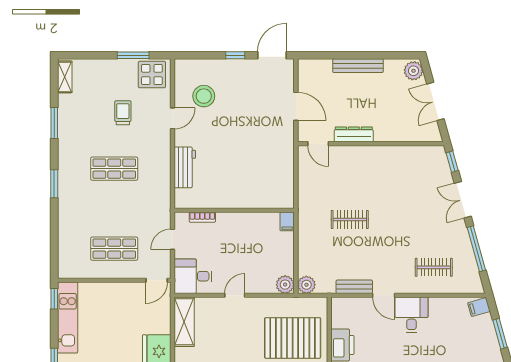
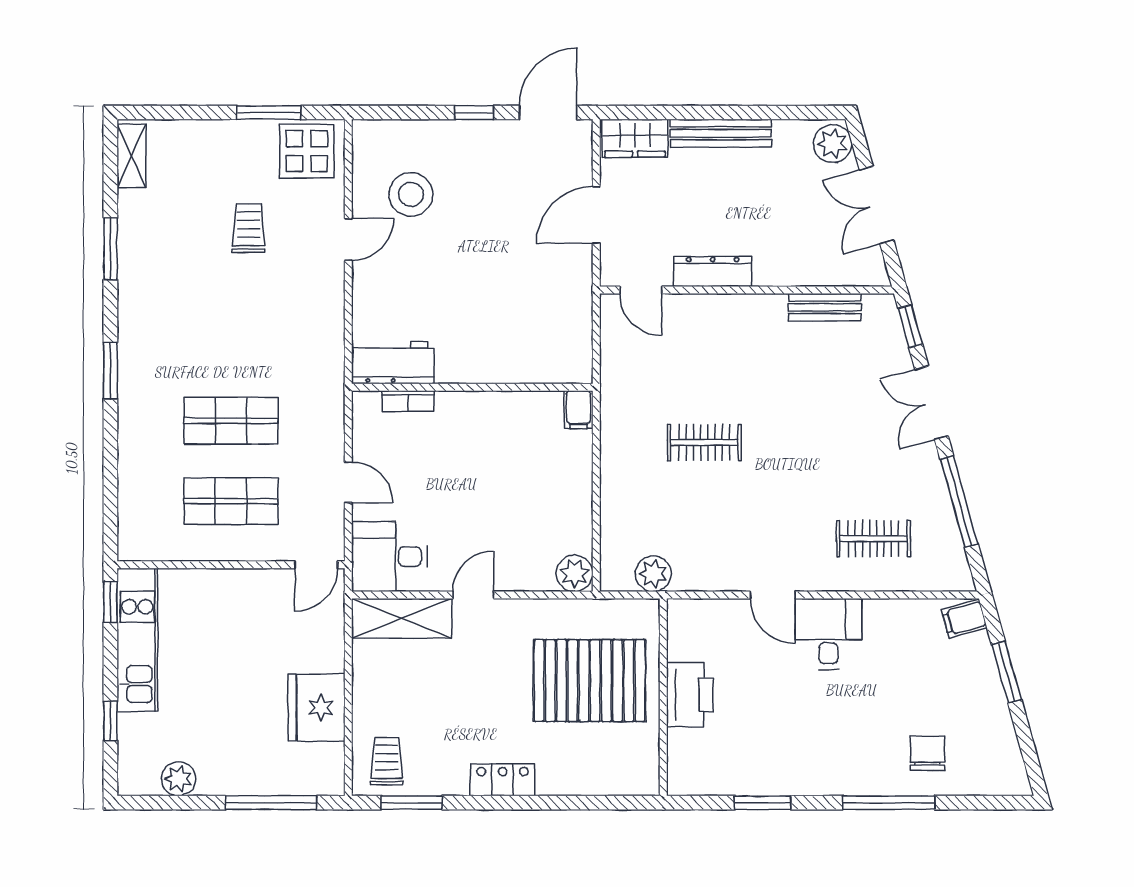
wardrobe: (315, 68) -> (635, 138), added
door: (296, 106) -> (596, 215), swing flipped
workbench: (185, 167) -> (393, 363), moved, turned -90
shop shelf: (114, 169) -> (231, 421), moved
wall: (234, 210) -> (472, 387), moved
bookcase: (202, 217) -> (408, 401), moved
filing cabinet: (287, 221) -> (579, 410), moved
door: (173, 239) -> (348, 482), swing flipped
plant: (306, 285) -> (653, 574), moved
bench: (354, 287) -> (825, 307), moved
shelving: (184, 322) -> (402, 618), moved, turned 90

